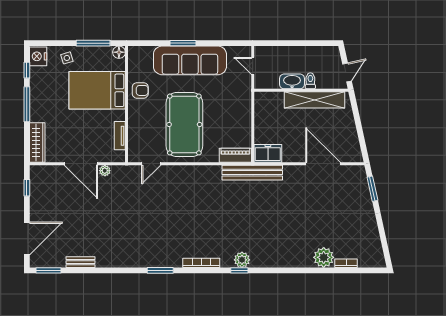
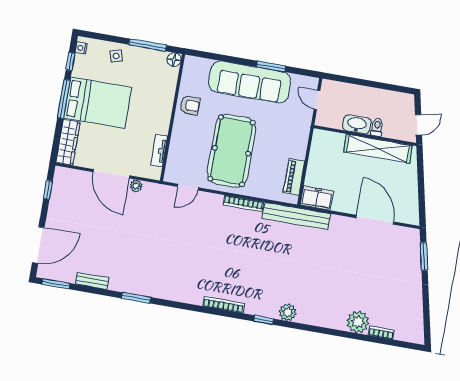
window: (183, 43) -> (271, 66), moved
nightstand: (38, 56) -> (81, 48), width x0.53, depth x0.56
bed: (97, 90) -> (98, 103), moved, turned 180
piano: (235, 155) -> (294, 177), moved, turned -90
bookcase: (203, 170) -> (243, 204), added
plant: (242, 260) -> (288, 312), moved
window: (160, 270) -> (136, 298), moved

